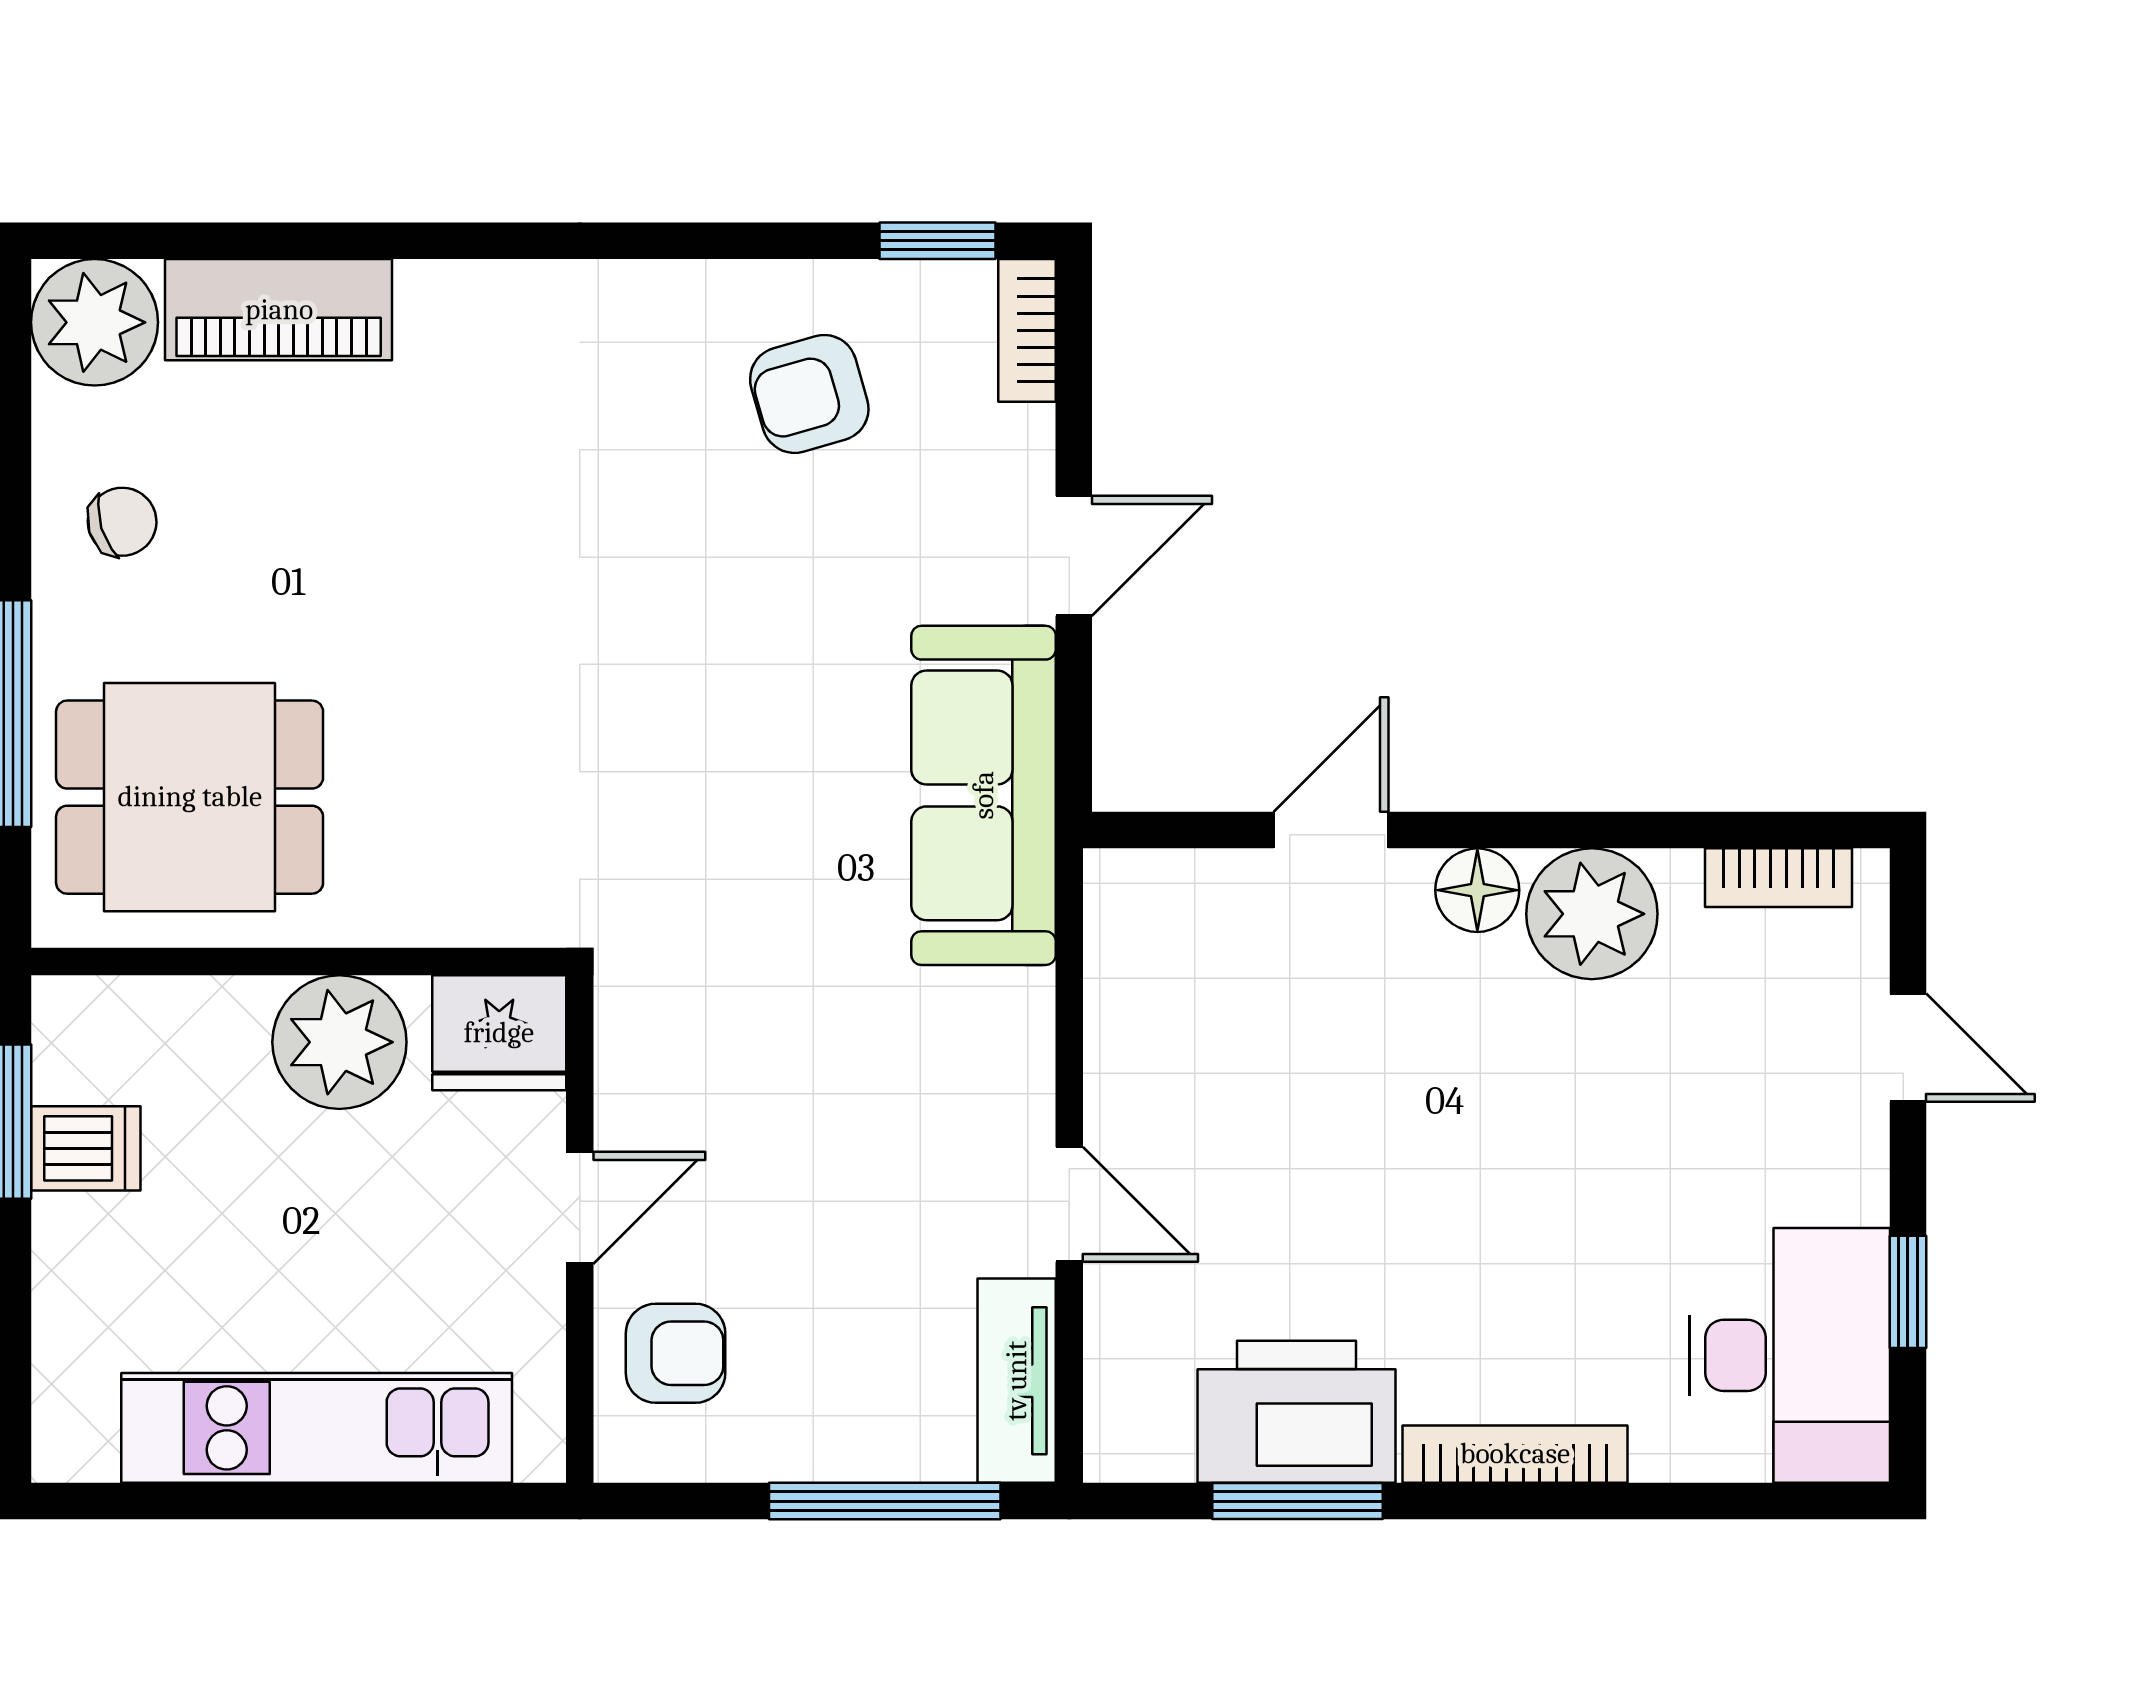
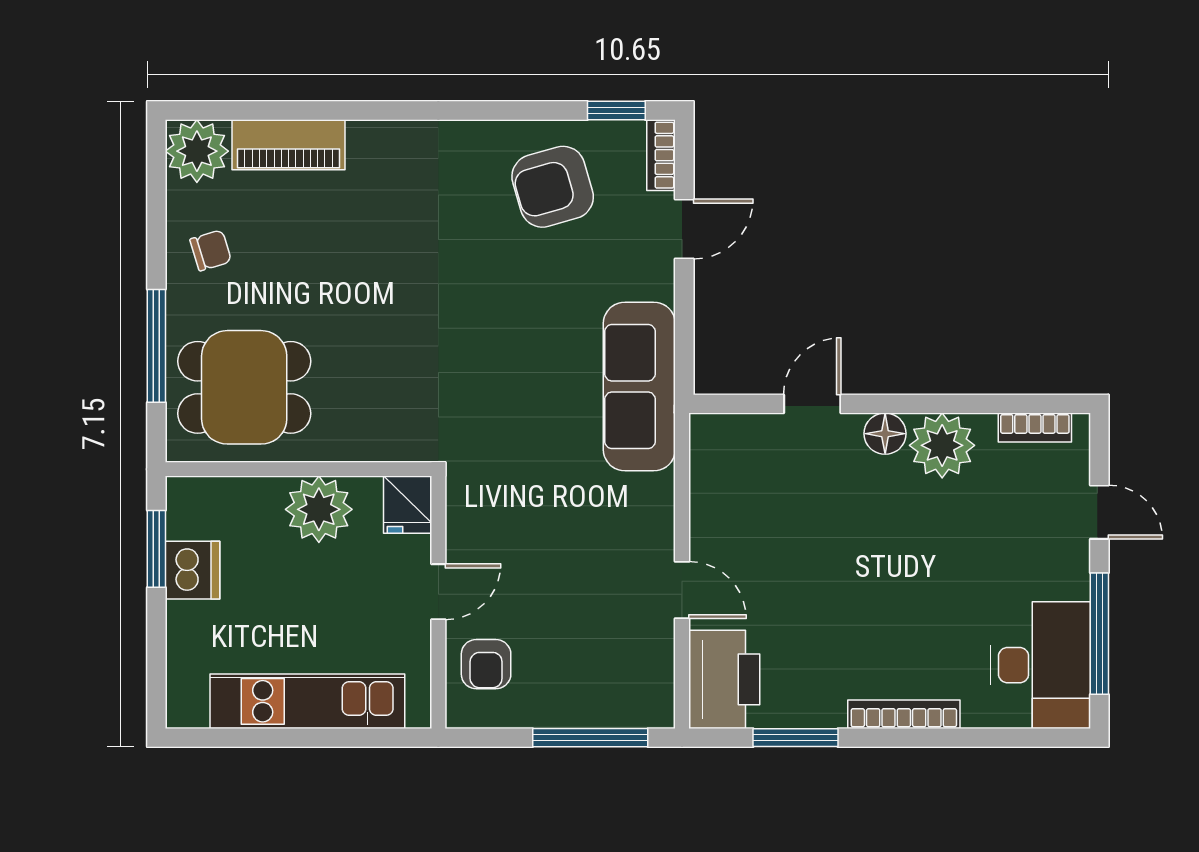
armchair: (809, 394) -> (553, 187), width x1.38, depth x1.38
door: (1074, 556) -> (684, 229), moved
fridge: (499, 1033) -> (408, 505), width x0.72
dishwasher: (86, 1148) -> (193, 570), width x1.38
window: (1908, 1292) -> (1099, 634), width x2.17
armchair: (676, 1353) -> (486, 664), turned 90
tv unit: (1017, 1381) -> (656, 678), removed
printer: (1296, 1412) -> (724, 679), moved, turned 90

